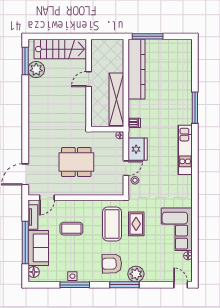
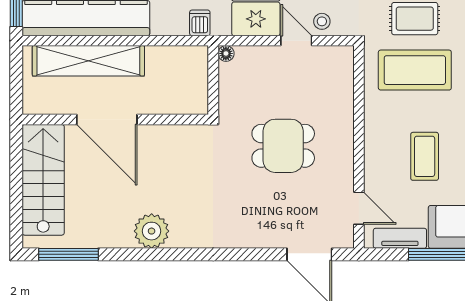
plant: (36, 69) -> (152, 231), moved
door: (89, 79) -> (107, 120), width x1.87
shelving: (116, 99) -> (88, 61), moved
dining table: (76, 162) -> (283, 146), width x0.73

